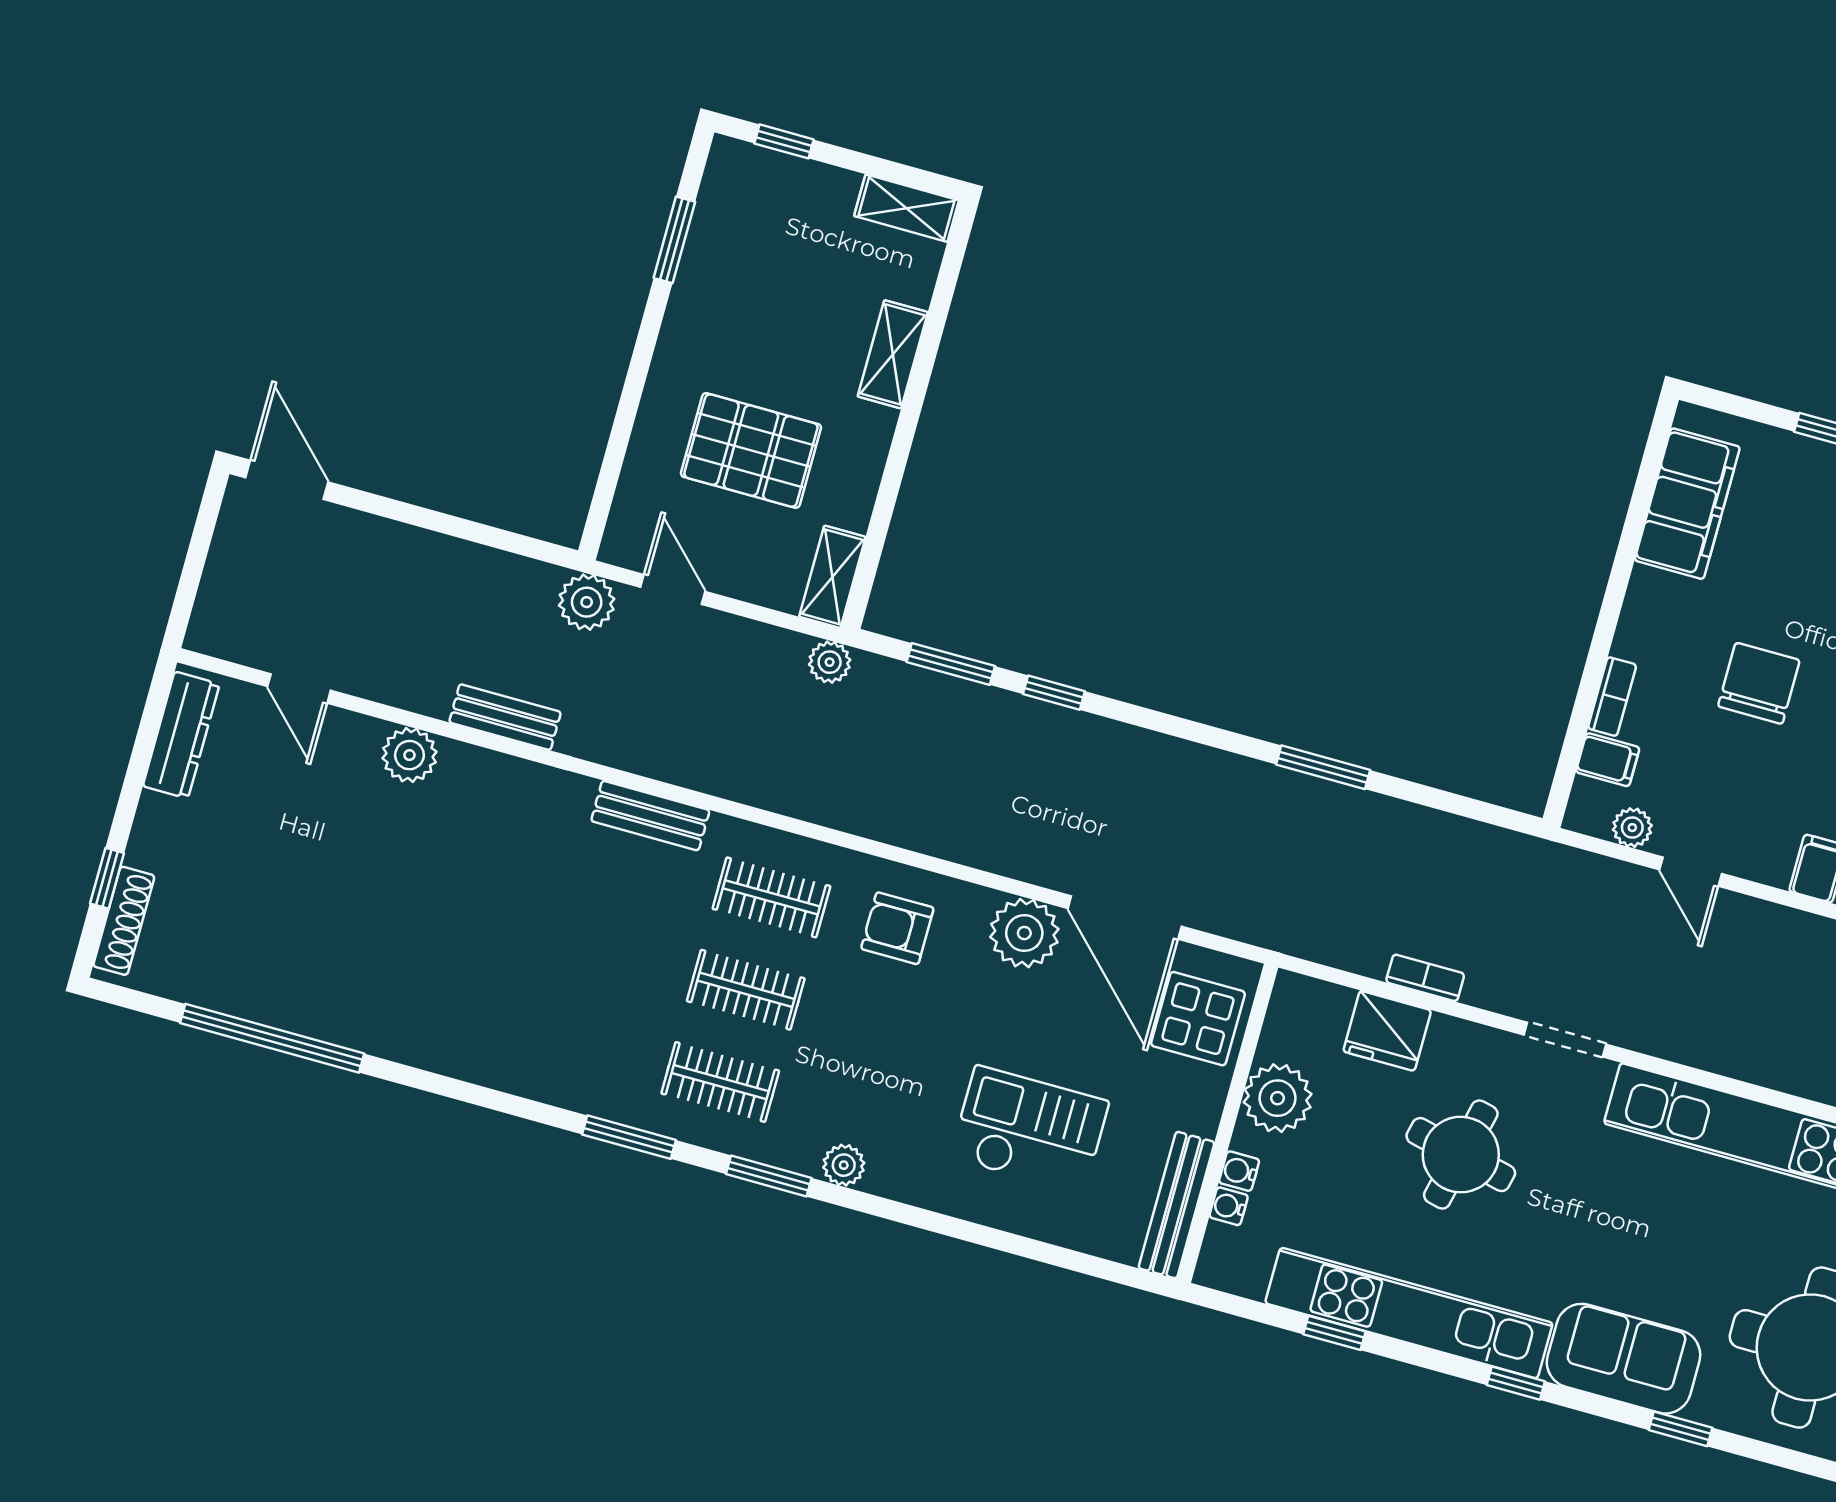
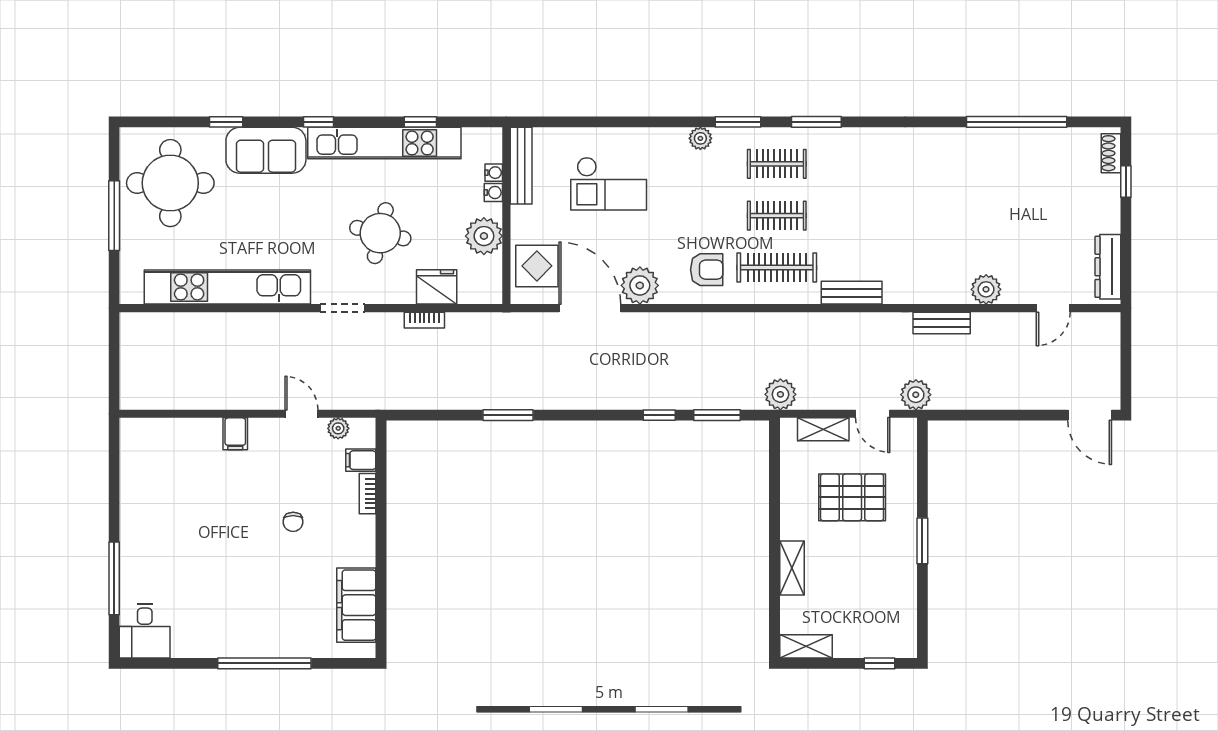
window: (674, 240) -> (922, 541), moved
shelving: (832, 577) -> (823, 429), moved, turned 90
plant: (830, 662) -> (780, 394), width x1.38, depth x1.38
chair: (1759, 683) -> (293, 522), width x0.54, depth x0.54
door: (299, 688) -> (1053, 308), swing flipped
clothes rail: (771, 897) -> (777, 267), width x1.36
shoe rack: (124, 921) -> (1111, 153), width x0.70

